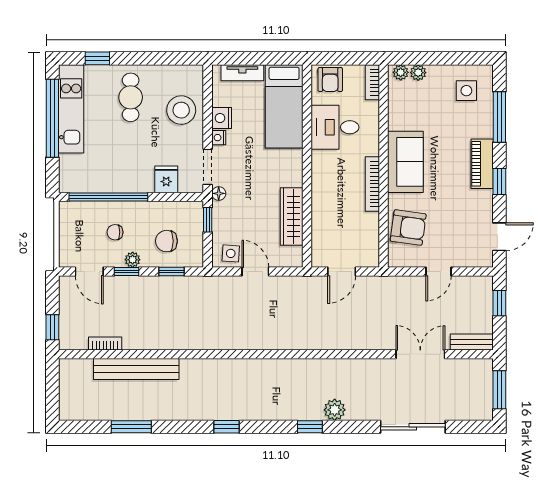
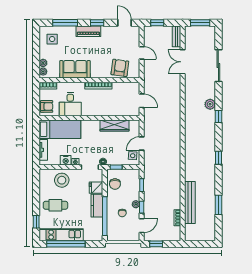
sofa: (405, 162) -> (75, 69), moved
kitchen counter: (130, 181) -> (97, 206), added
chair: (166, 241) -> (115, 184), moved
window: (52, 327) -> (156, 244), moved

